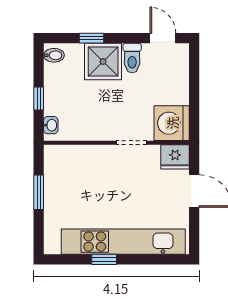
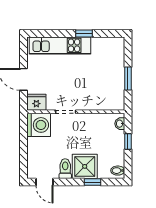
kitchen unit: (123, 242) -> (60, 45), width x0.73

